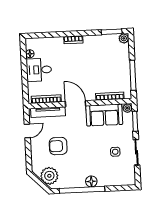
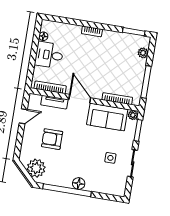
plant: (124, 38) -> (143, 53), moved
tv unit: (48, 112) -> (54, 102), width x0.71

